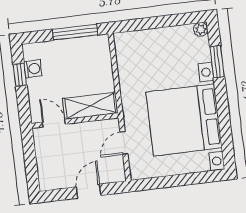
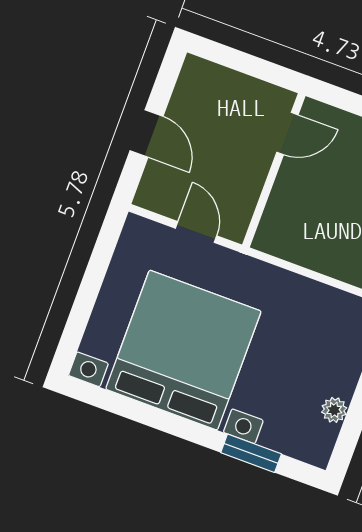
plant: (201, 29) -> (334, 410), moved
shelving: (90, 106) -> (285, 208), removed

